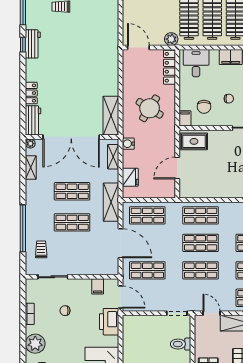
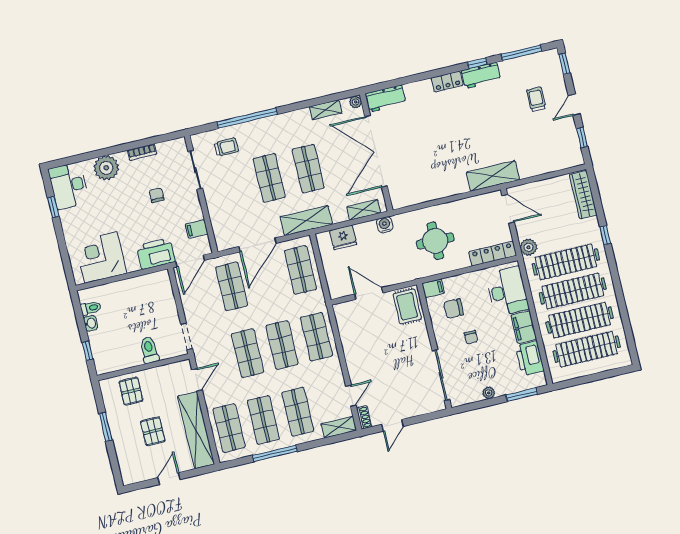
door: (138, 48) -> (508, 209), hinge flipped
desk: (196, 63) -> (507, 292), width x1.37
locker: (31, 93) -> (447, 81), moved
round table: (150, 108) -> (435, 241), turned -32
shelving: (111, 116) -> (493, 176), moved

